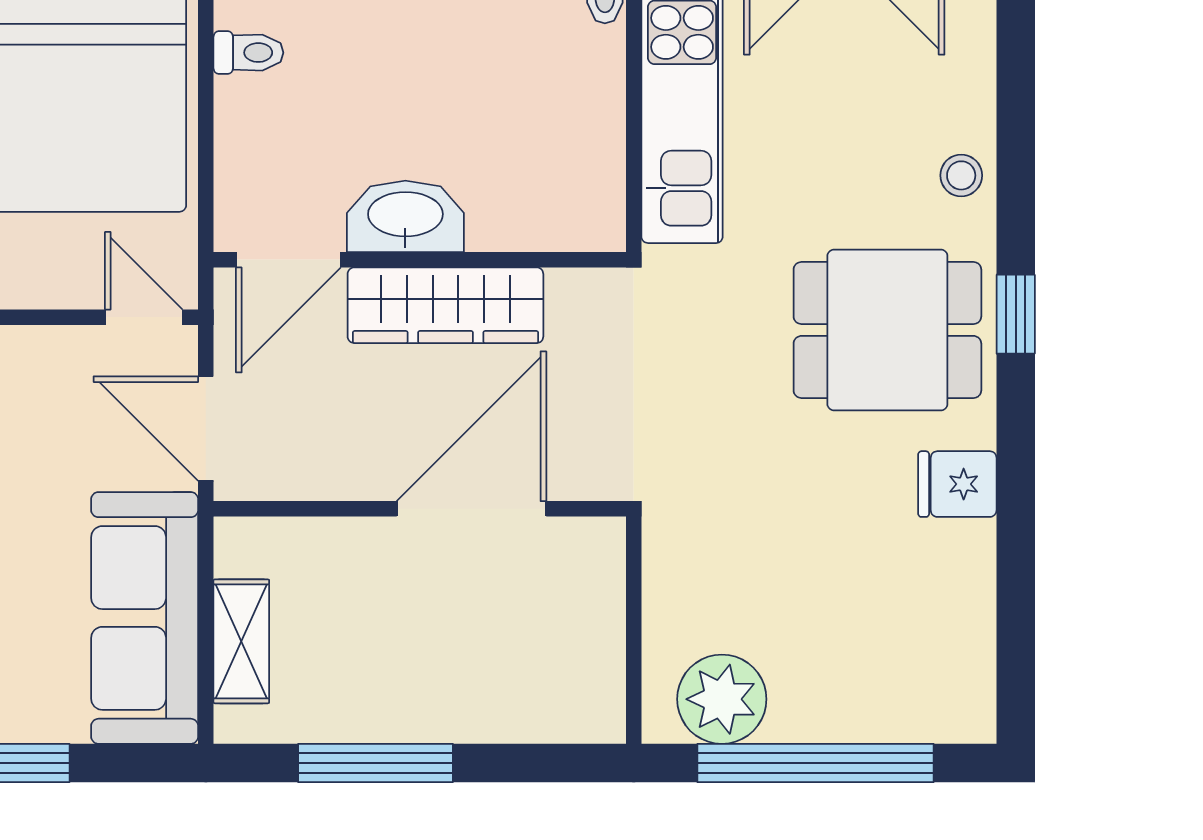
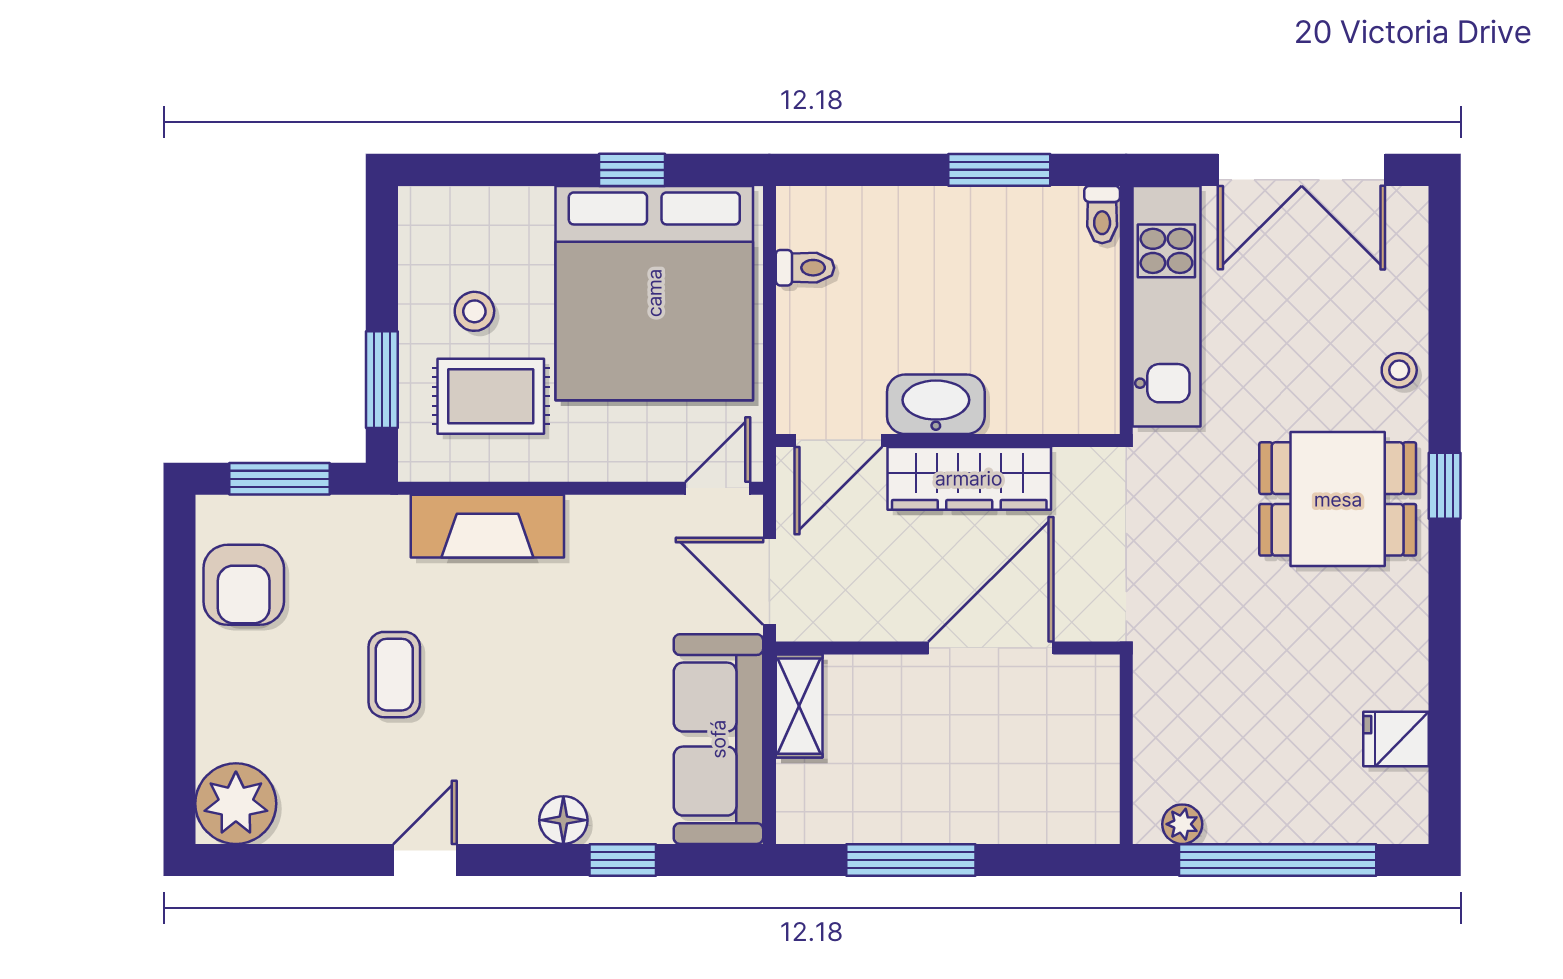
door: (144, 317) -> (718, 488), hinge flipped
fridge: (957, 484) -> (1396, 739), moved
shelving: (241, 641) -> (799, 706), moved
plant: (722, 699) -> (1182, 824), width x0.53, depth x0.53

